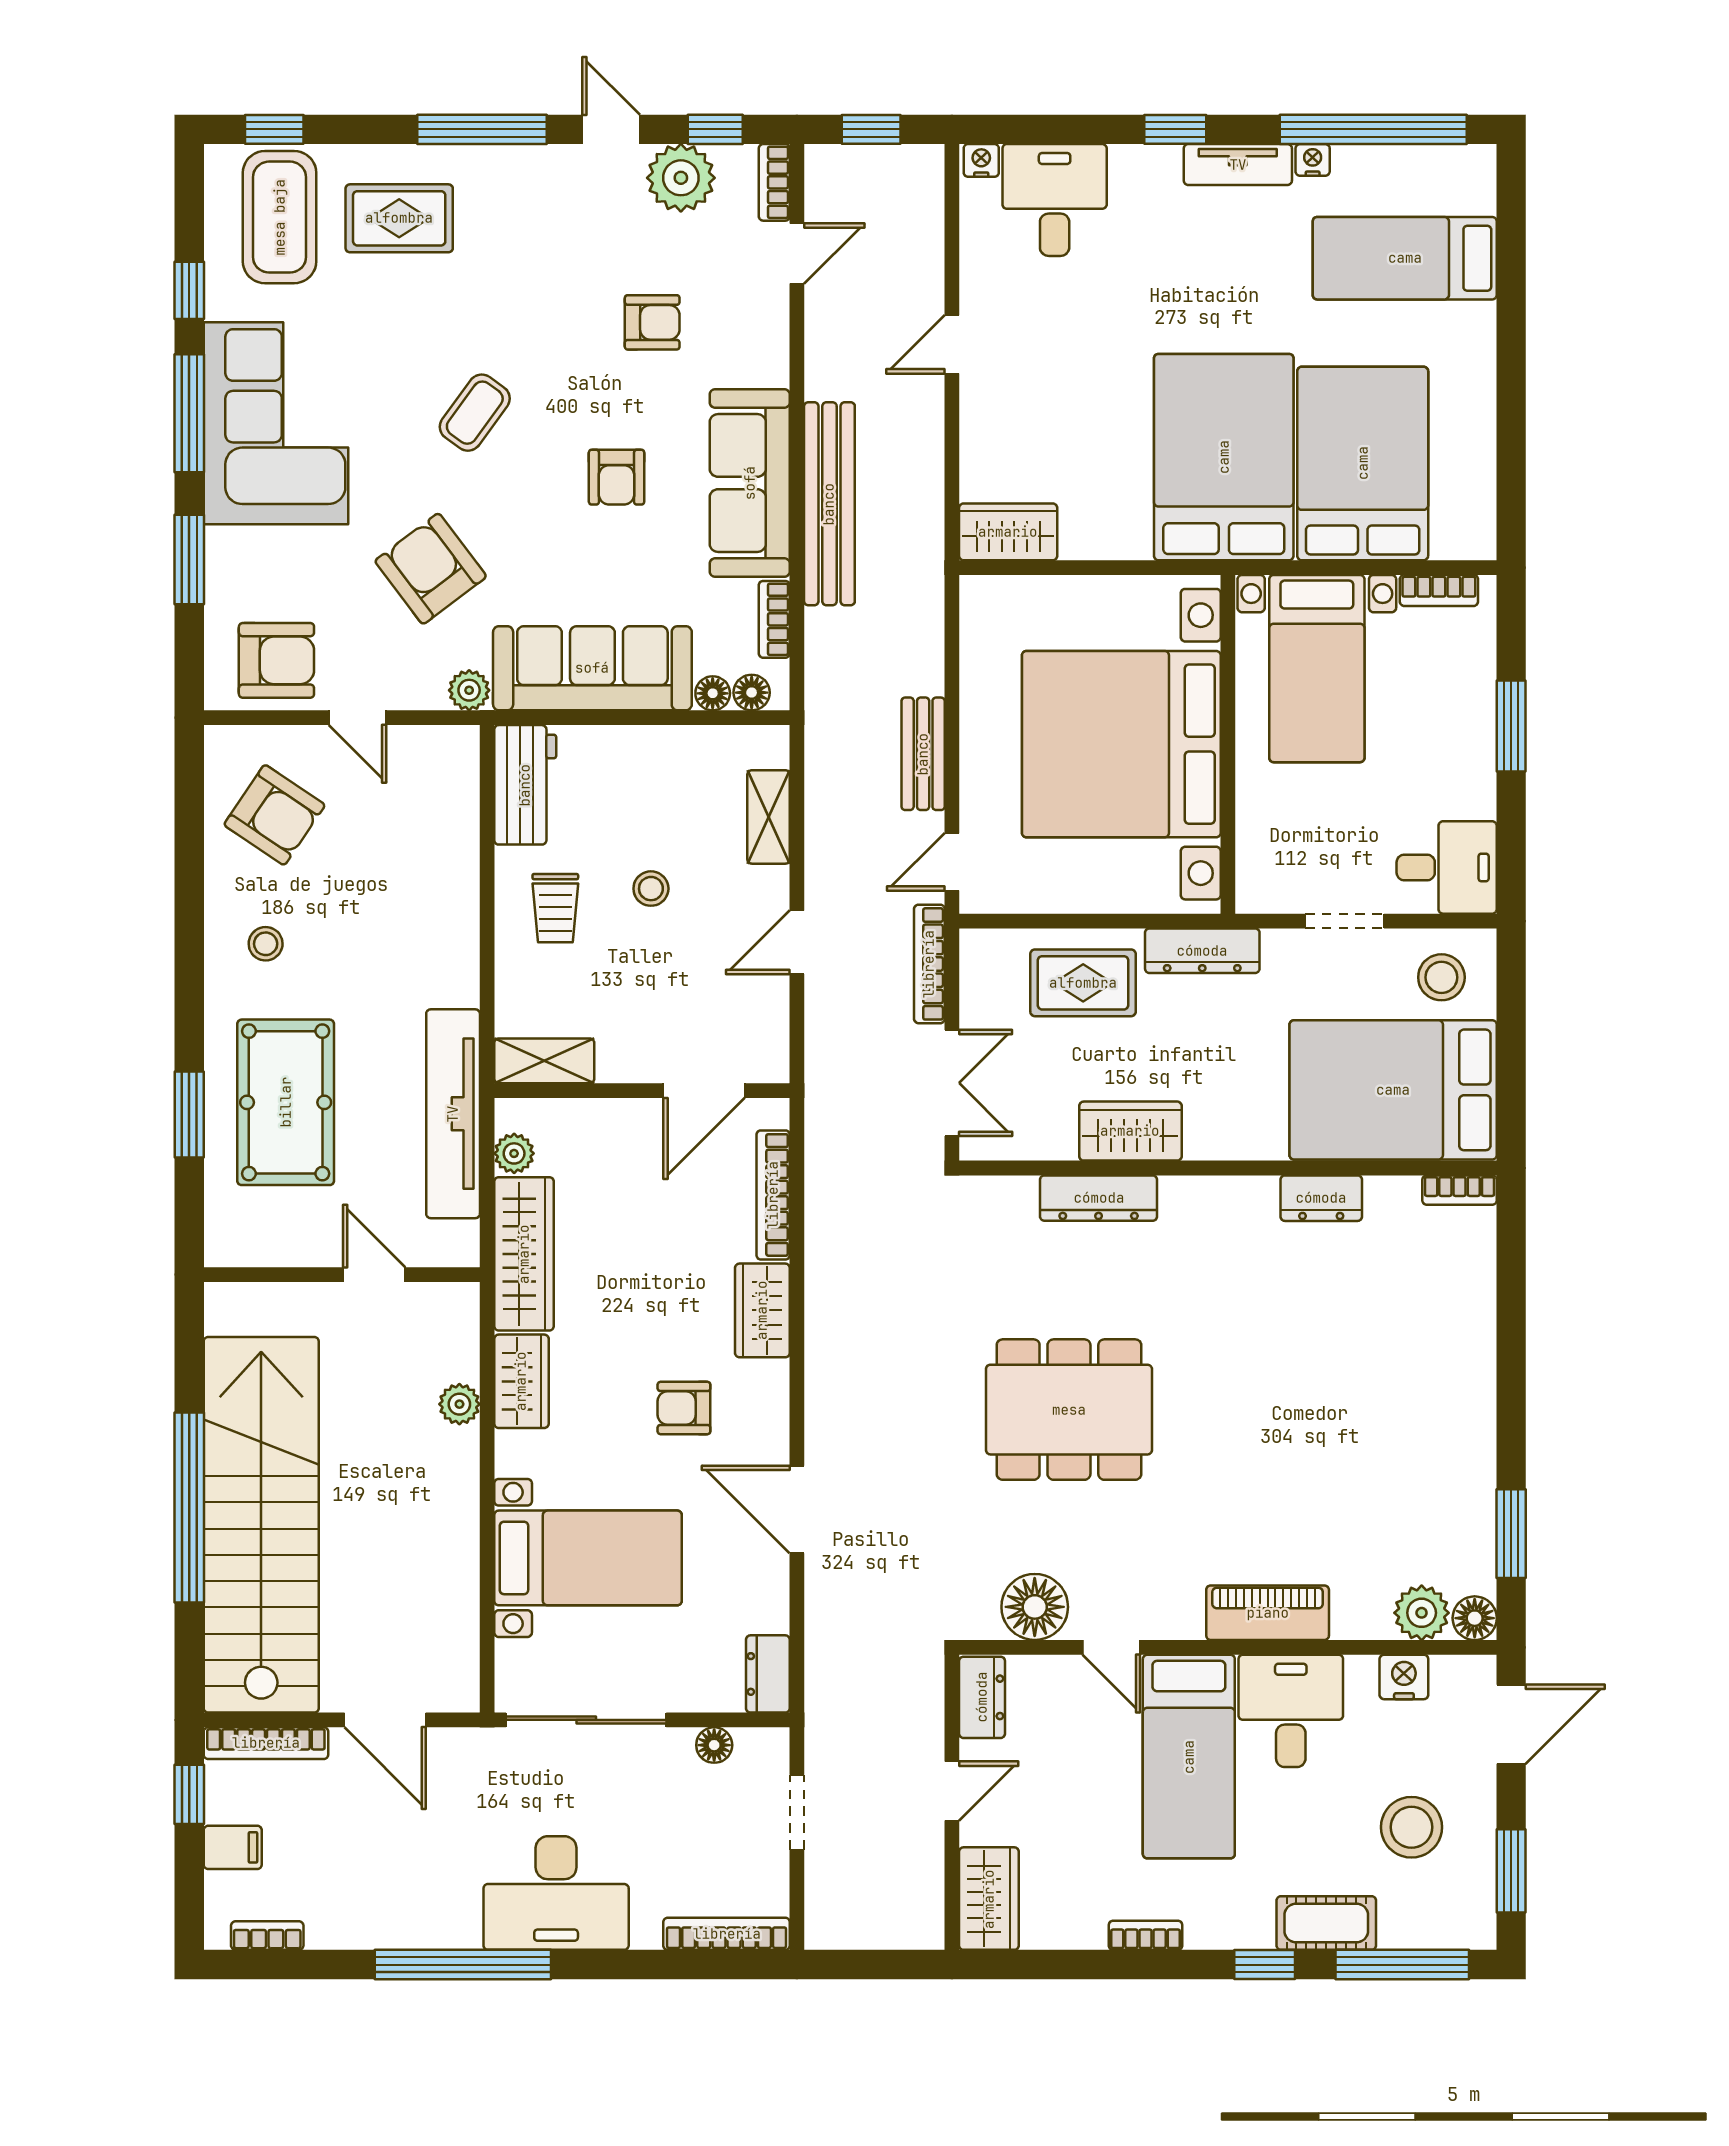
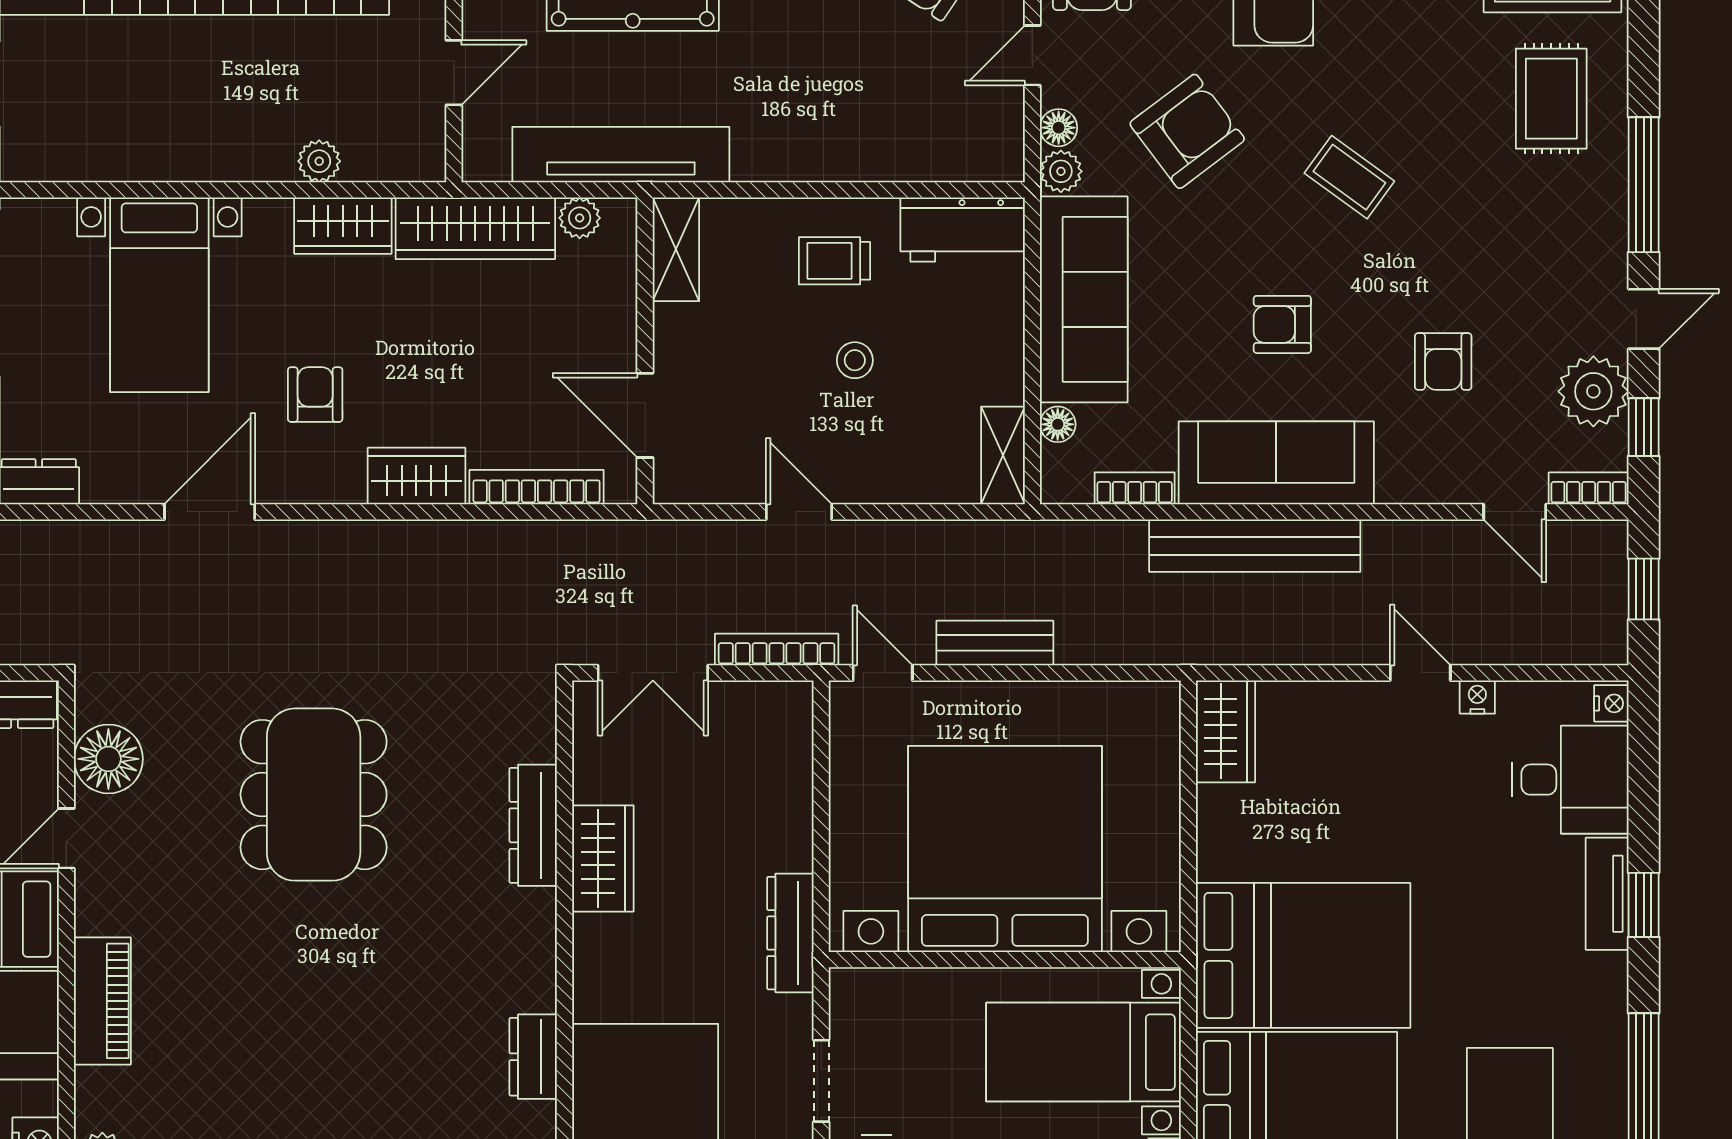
nightstand: (1313, 160) -> (1477, 697), moved, turned -90
tv unit: (1238, 165) -> (1607, 894), moved
floor lamp: (752, 693) -> (1059, 128), moved
shelving: (769, 817) -> (1003, 455), moved, turned 90
rug: (1083, 983) -> (757, 809), removed

